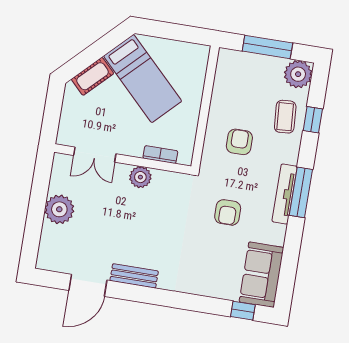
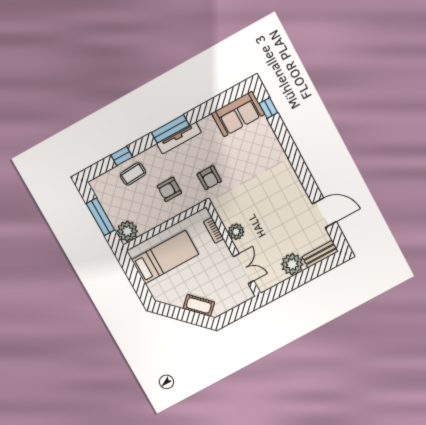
plant: (298, 74) -> (127, 231), moved
bed: (143, 79) -> (165, 257), moved, turned 45
armchair: (228, 212) -> (209, 178), moved, turned 90
bench: (134, 276) -> (320, 254), moved, turned 90

